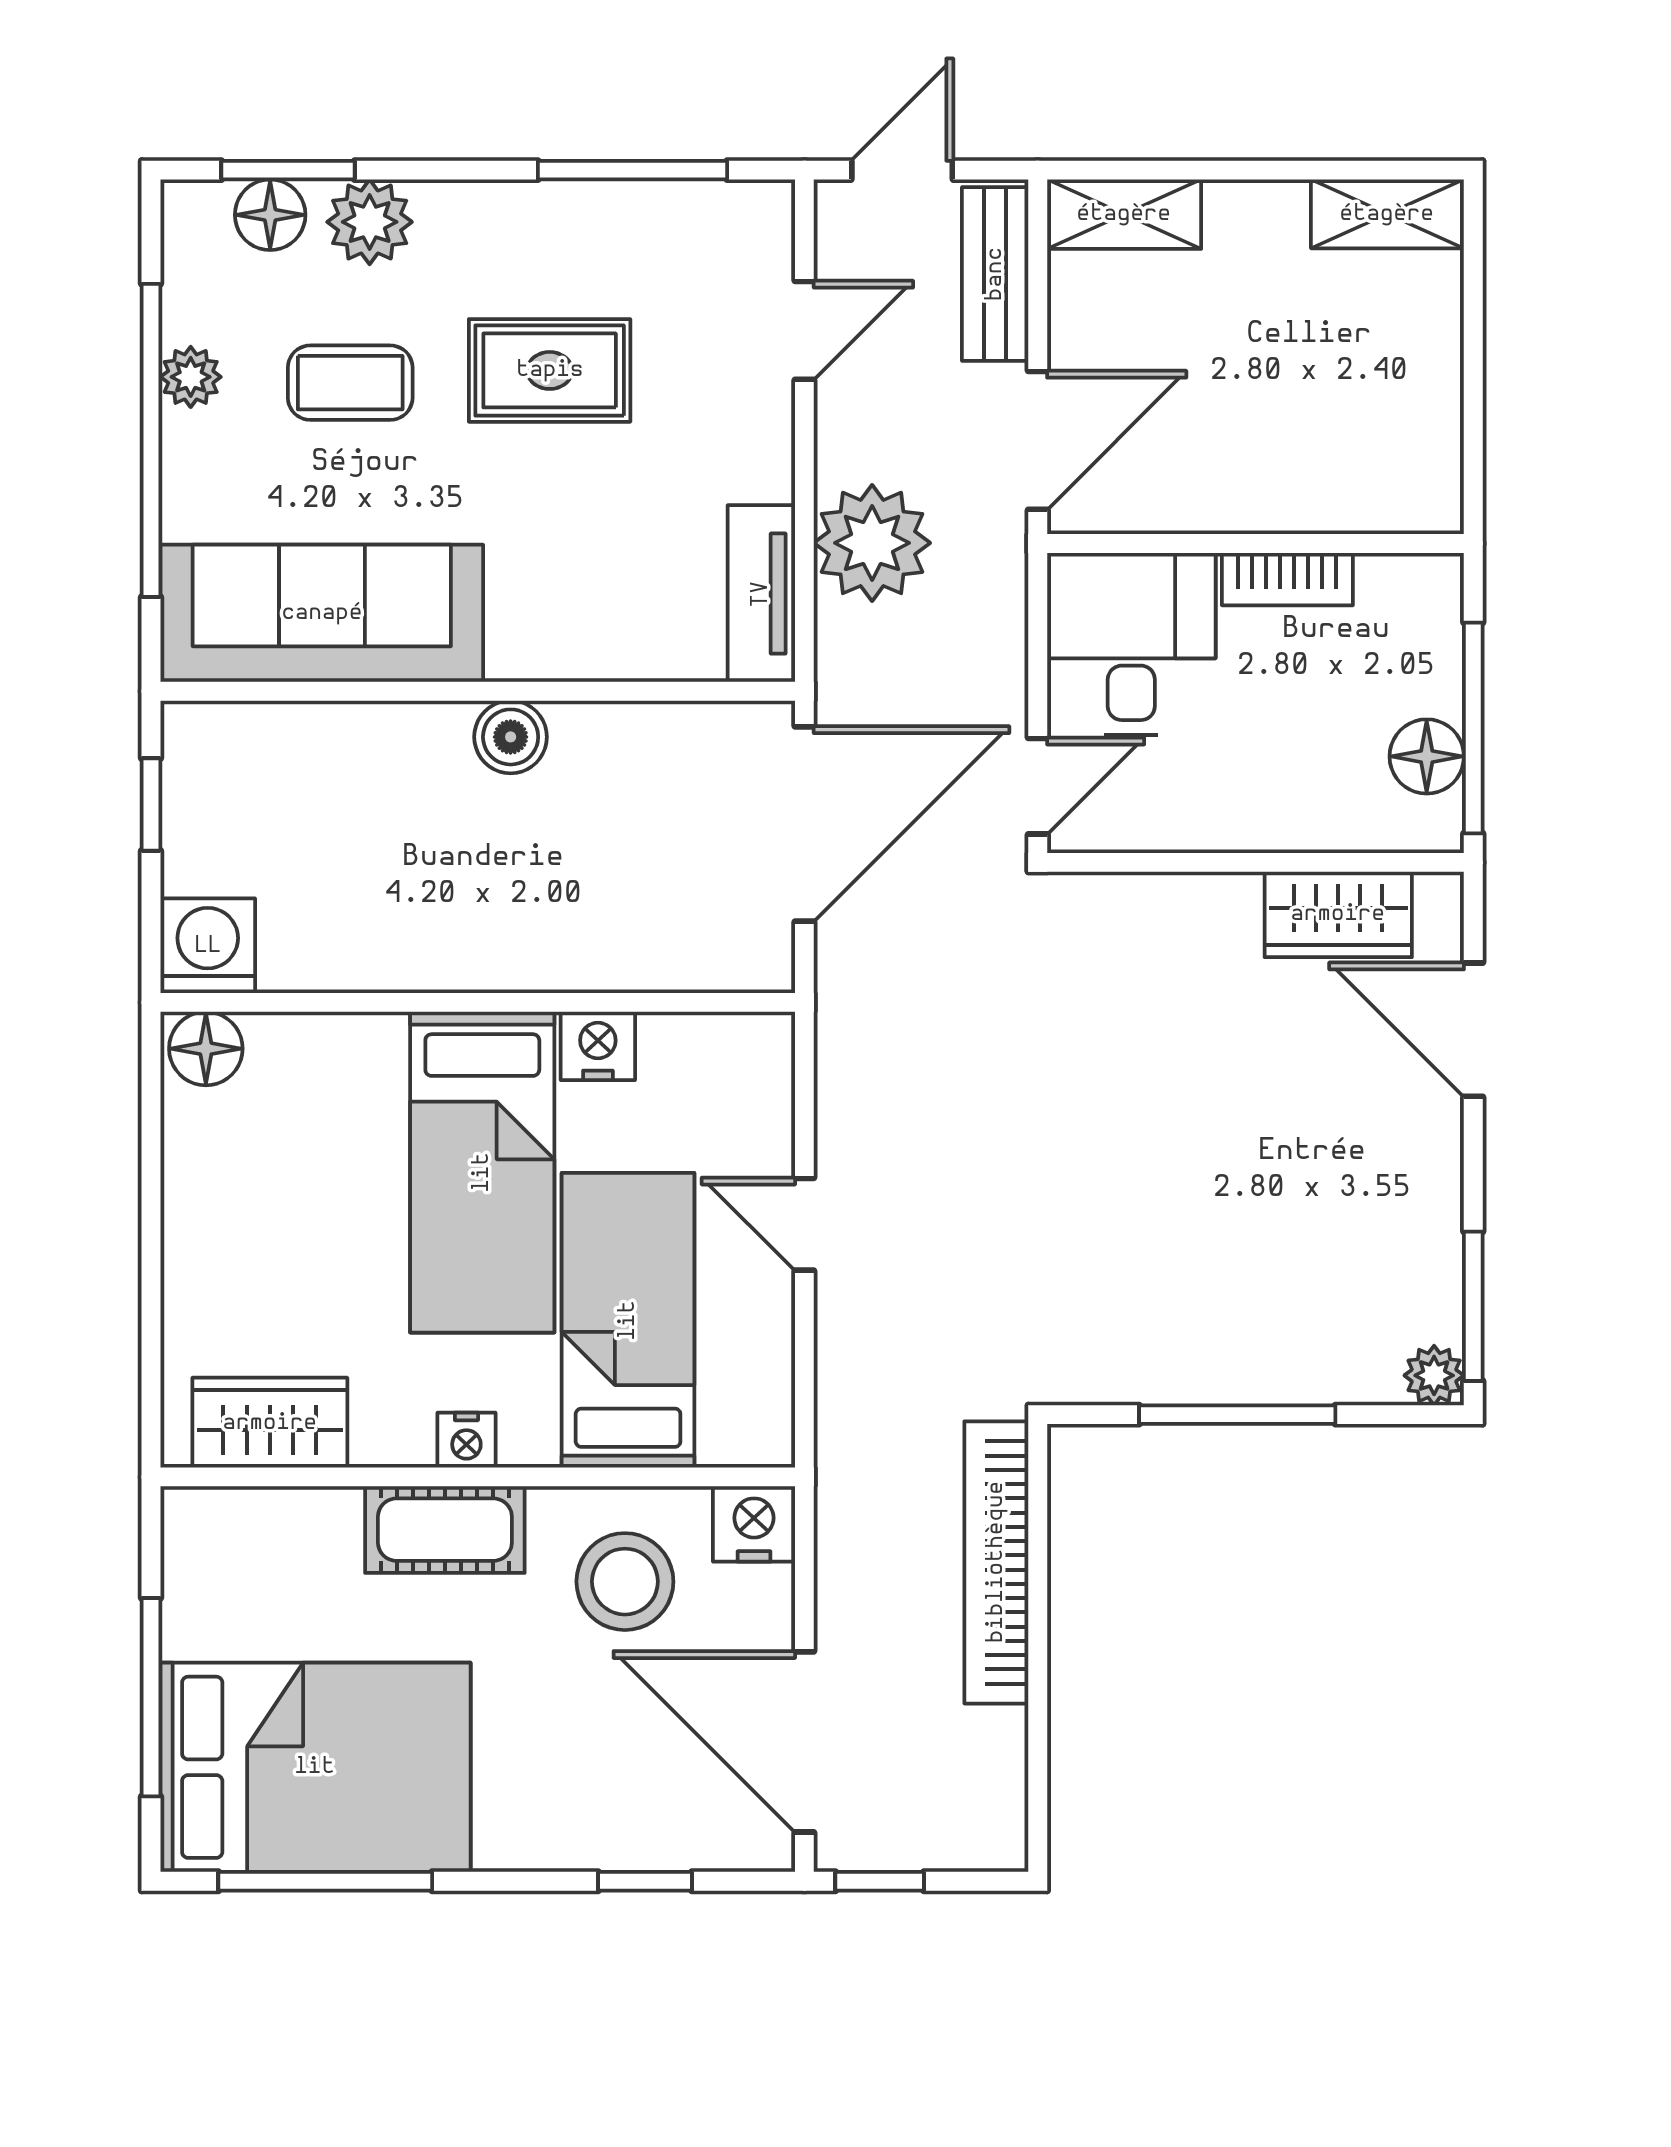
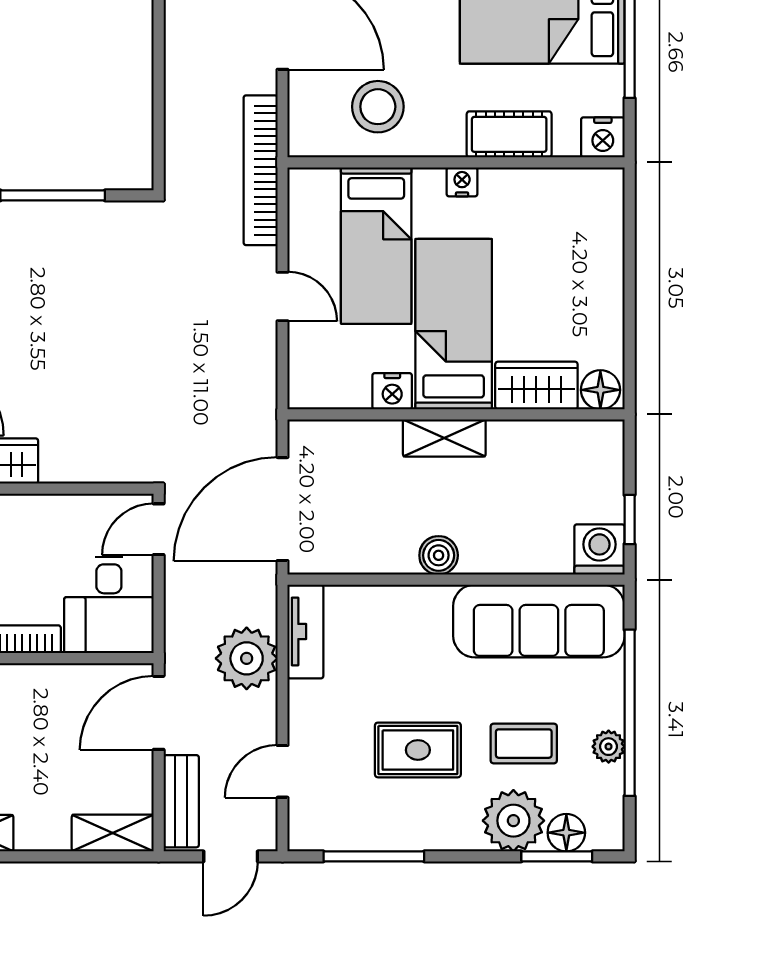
plant: (370, 222) -> (513, 821), width x1.36, depth x1.36
washing machine: (208, 946) -> (599, 549), moved, turned 180
shelving: (500, 958) -> (444, 438), added
wardrobe: (270, 1423) -> (536, 386), moved, turned 180
nightstand: (754, 1524) -> (603, 137), moved
cot: (445, 1530) -> (509, 134), moved
bookcase: (996, 1562) -> (261, 170), moved, turned 180

